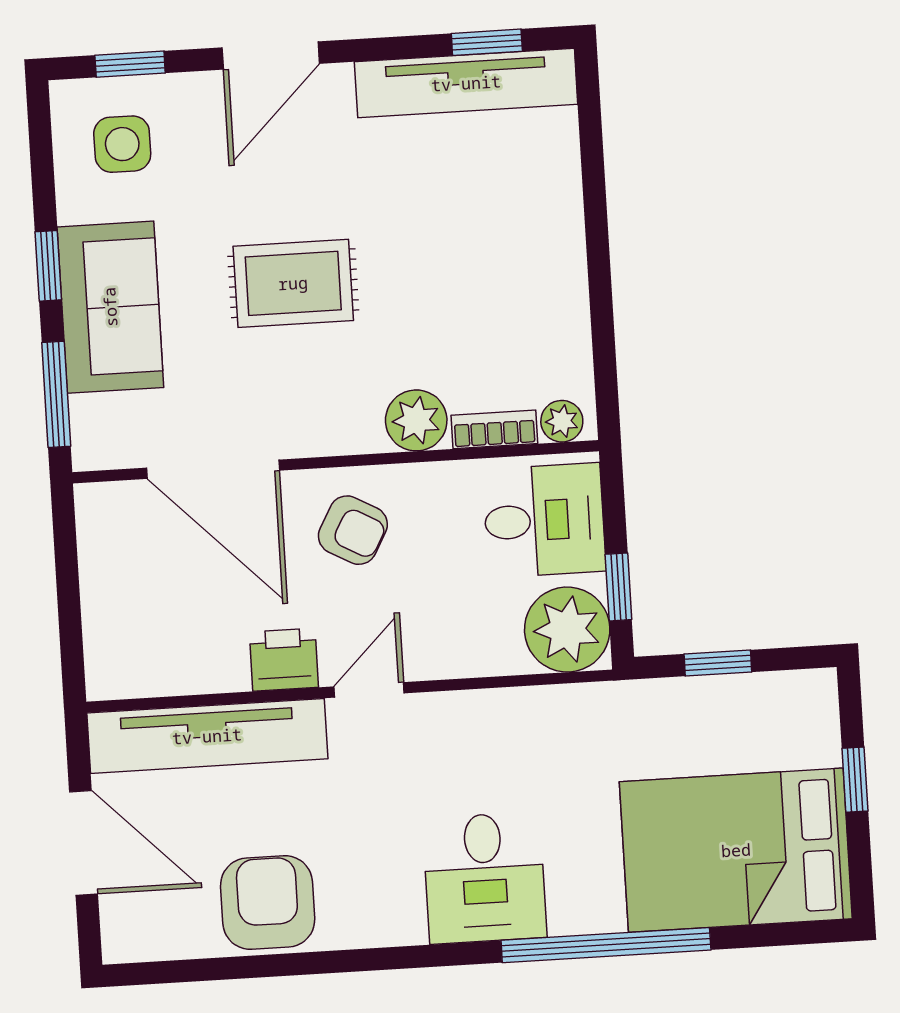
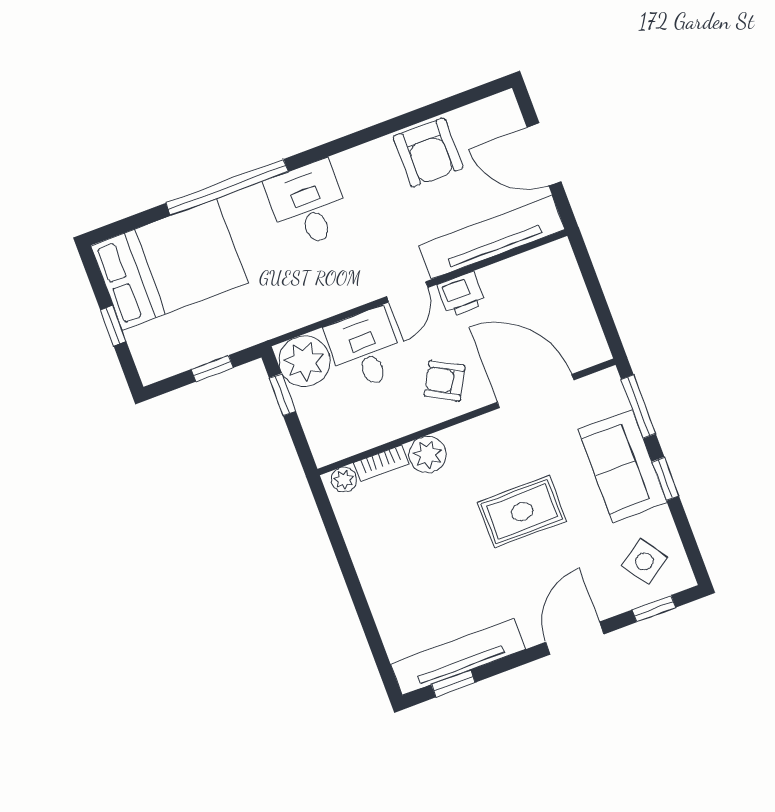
side table: (122, 144) -> (644, 561), turned -35
desk: (544, 520) -> (365, 349), moved, turned 90

